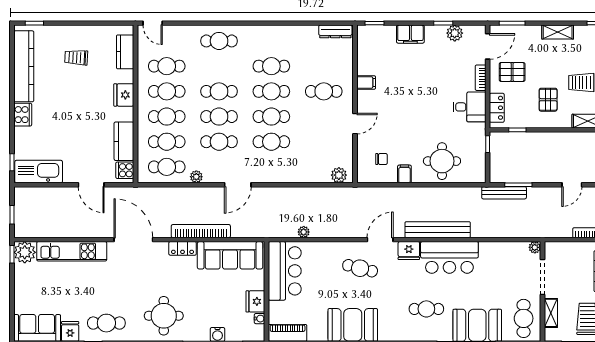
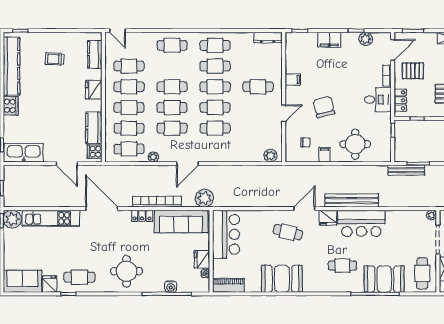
cafe table: (271, 41) -> (215, 45), added
chair: (404, 116) -> (324, 107), added
plant: (304, 232) -> (204, 198), moved, width x1.88, depth x1.88

